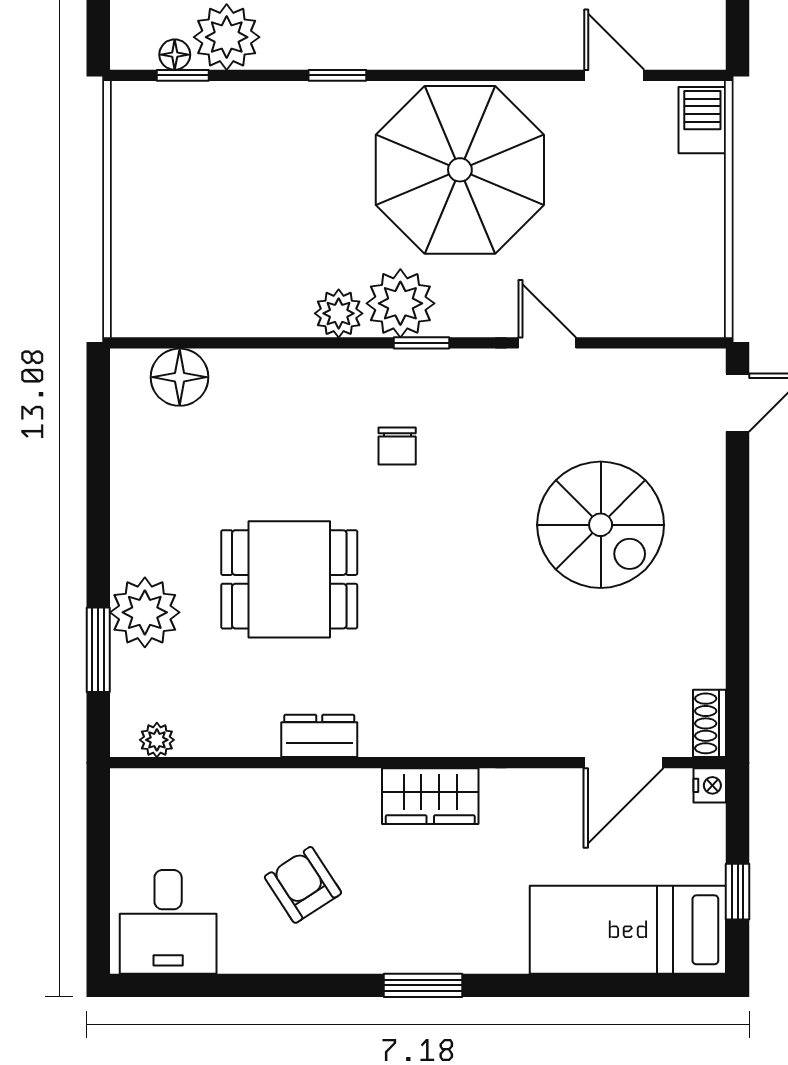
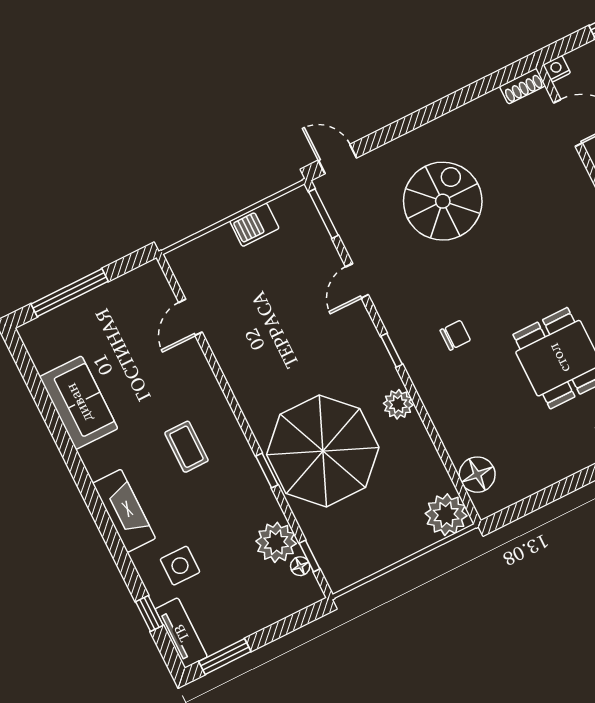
barbecue: (702, 120) -> (254, 225), moved
parasol: (460, 170) -> (323, 451), moved
plant: (400, 303) -> (446, 515), moved
window: (668, 343) -> (323, 214), added

